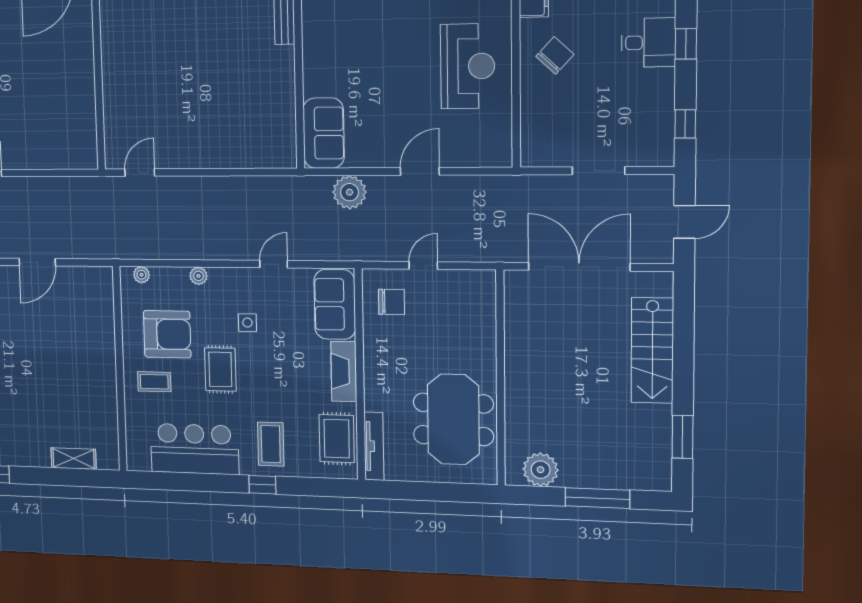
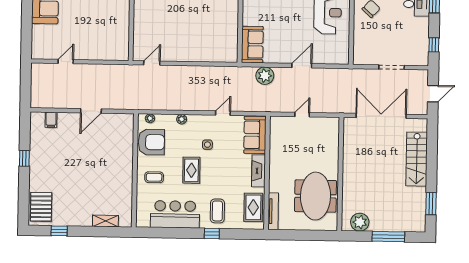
chair: (391, 302) -> (285, 134), removed
armchair: (167, 334) -> (151, 142), moved

